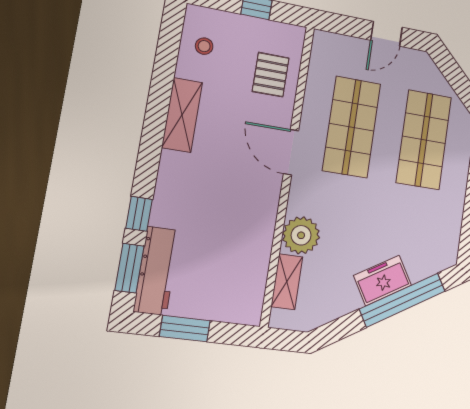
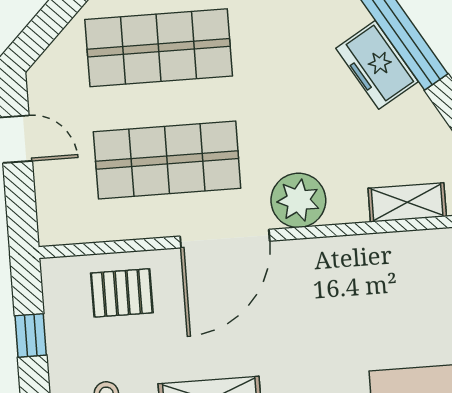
door: (291, 152) -> (225, 239), width x1.36
plant: (301, 235) -> (298, 200), moved

